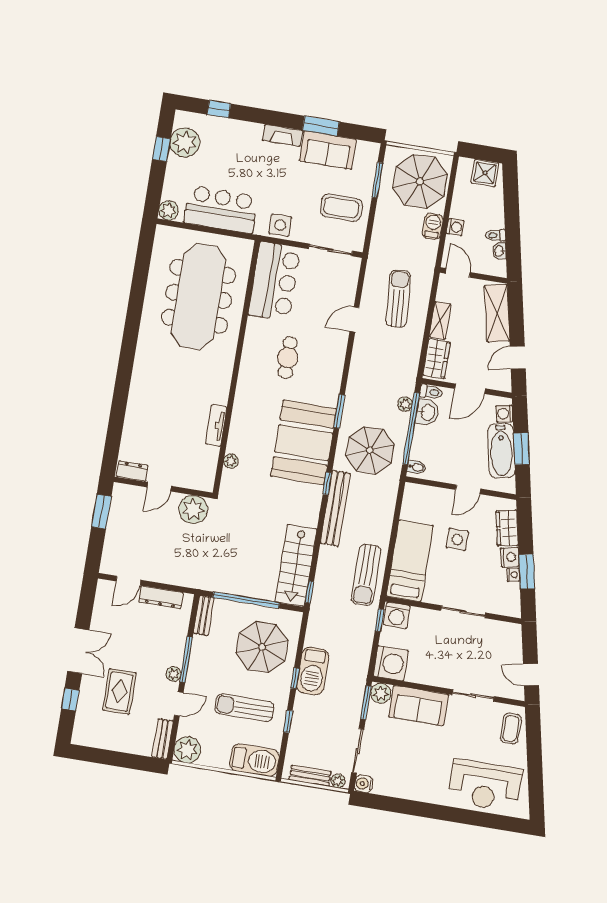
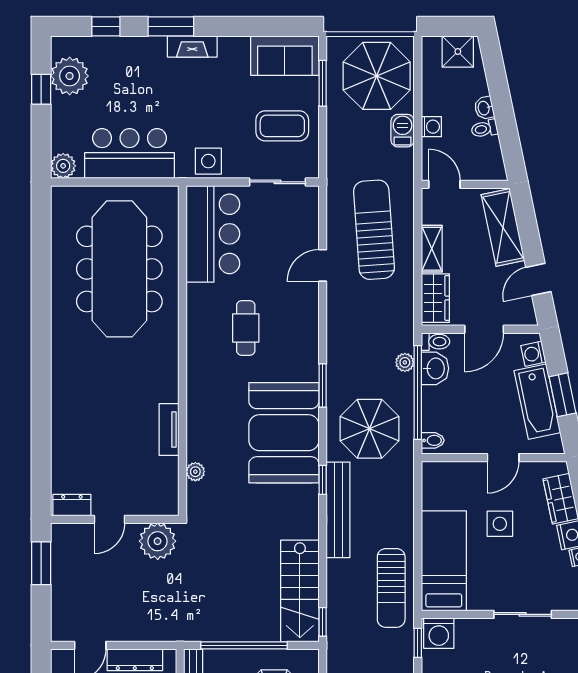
window: (321, 126) -> (171, 26), moved
sofa: (328, 150) -> (285, 56), moved
washbasin: (499, 251) -> (484, 108), moved
sun lounger: (398, 299) -> (374, 230), width x1.36, depth x1.34

